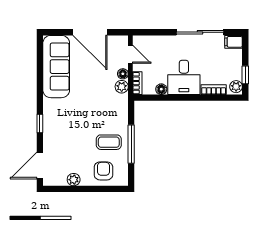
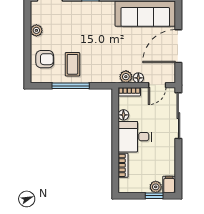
sliding door: (200, 32) -> (178, 116), moved
window: (245, 75) -> (154, 196), moved
plant: (236, 87) -> (156, 187), moved

